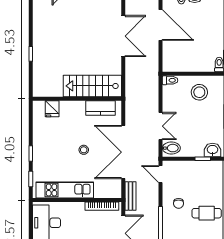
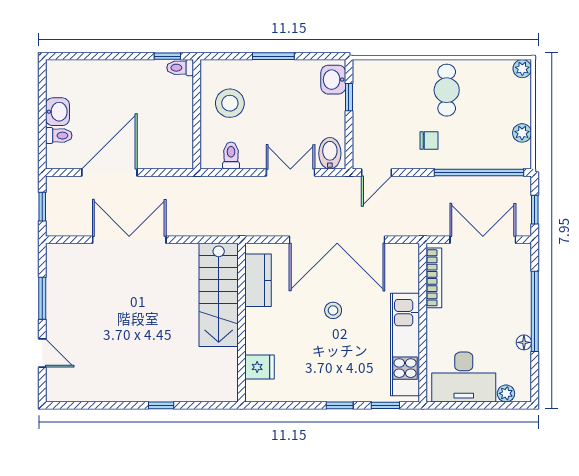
toilet: (170, 80) -> (231, 156), moved
bench: (130, 196) -> (416, 227), removed

